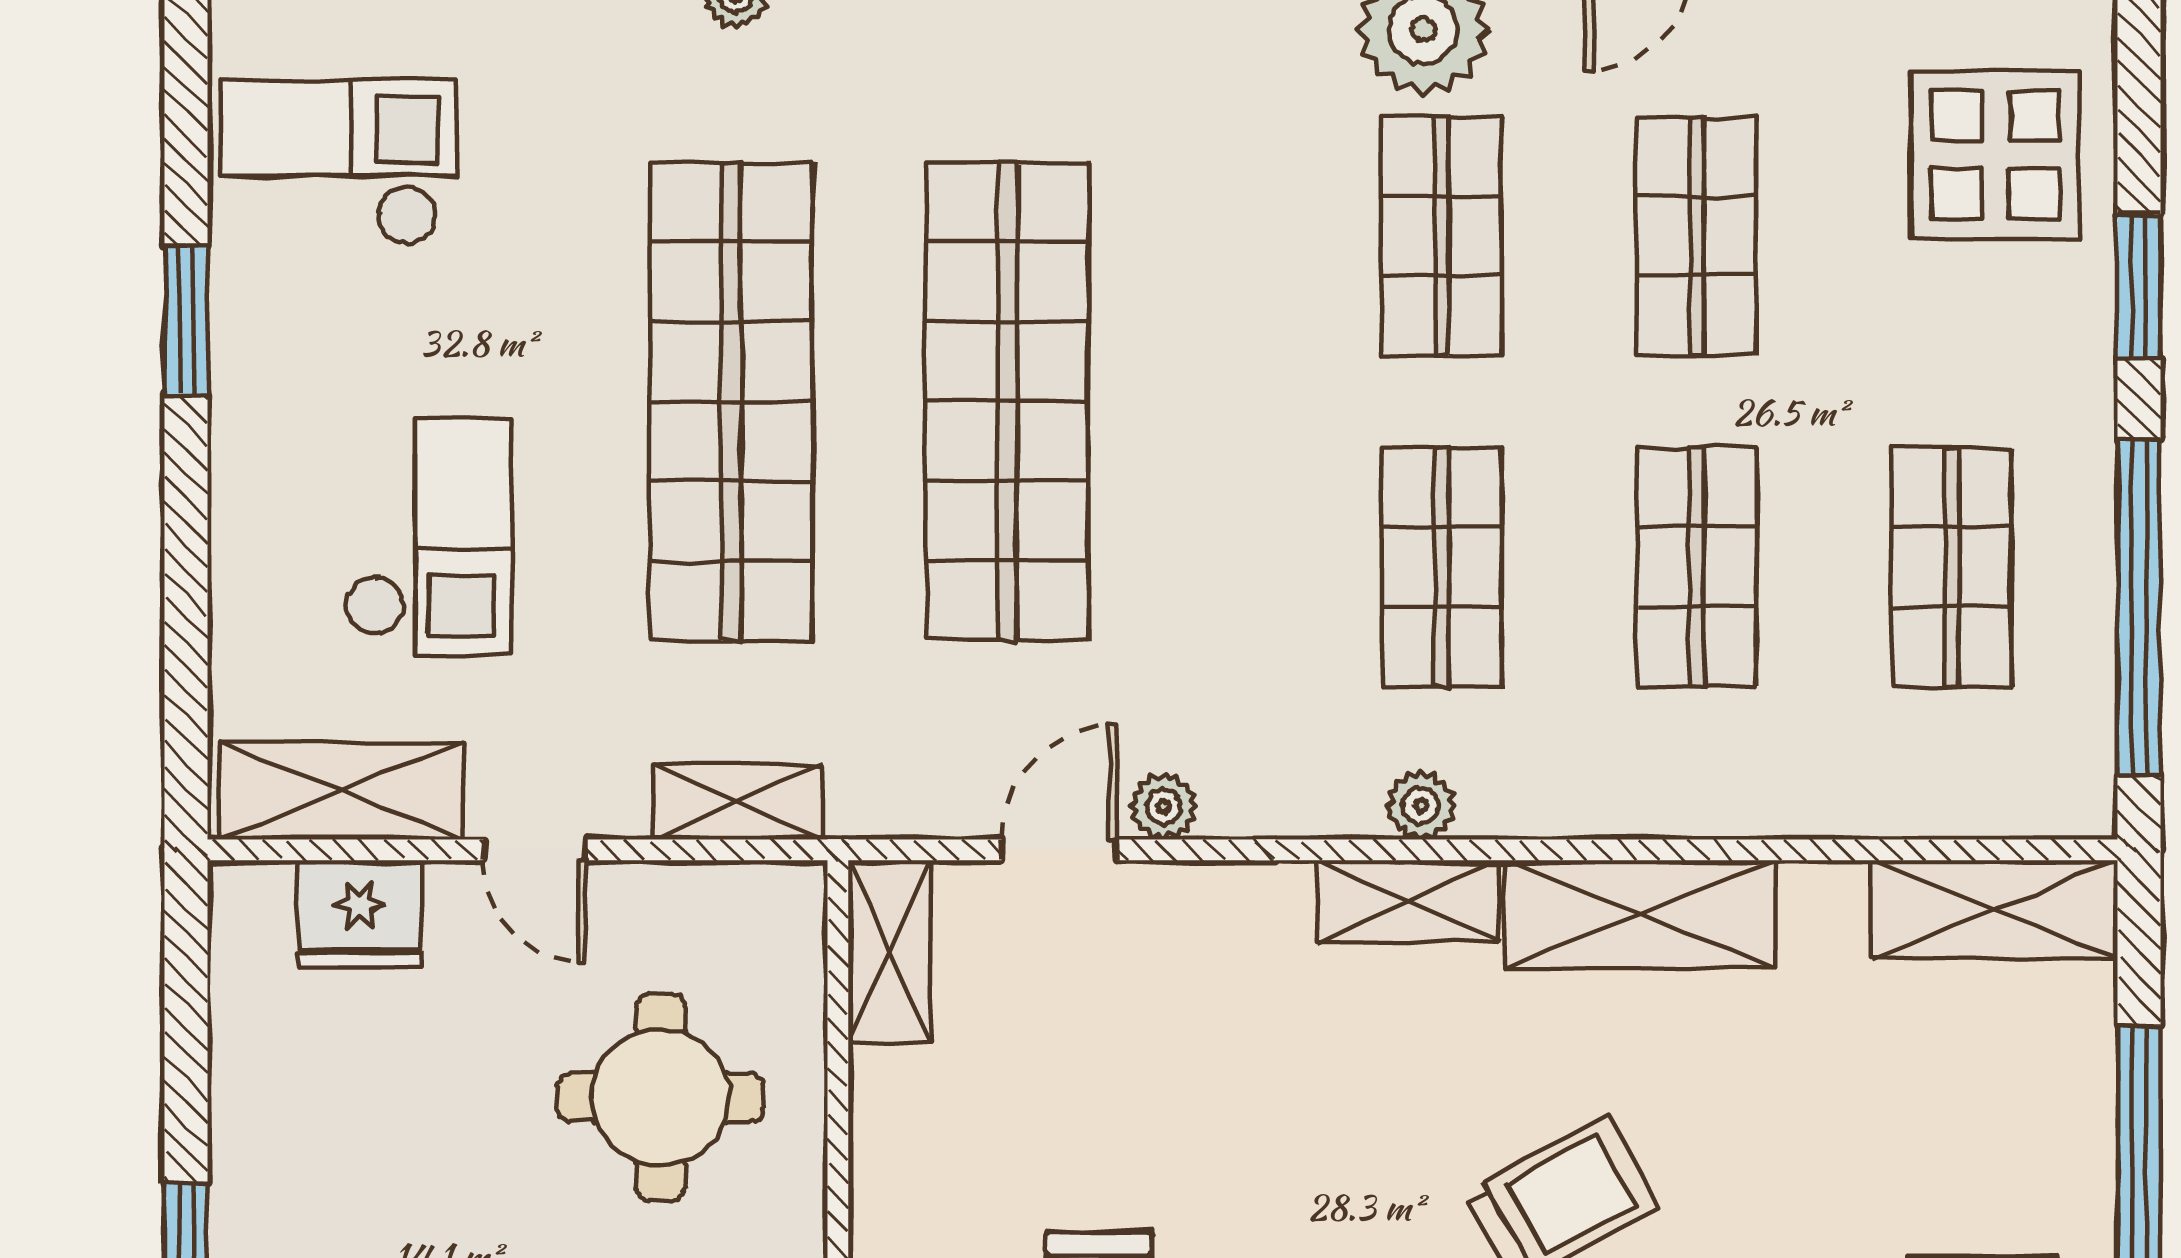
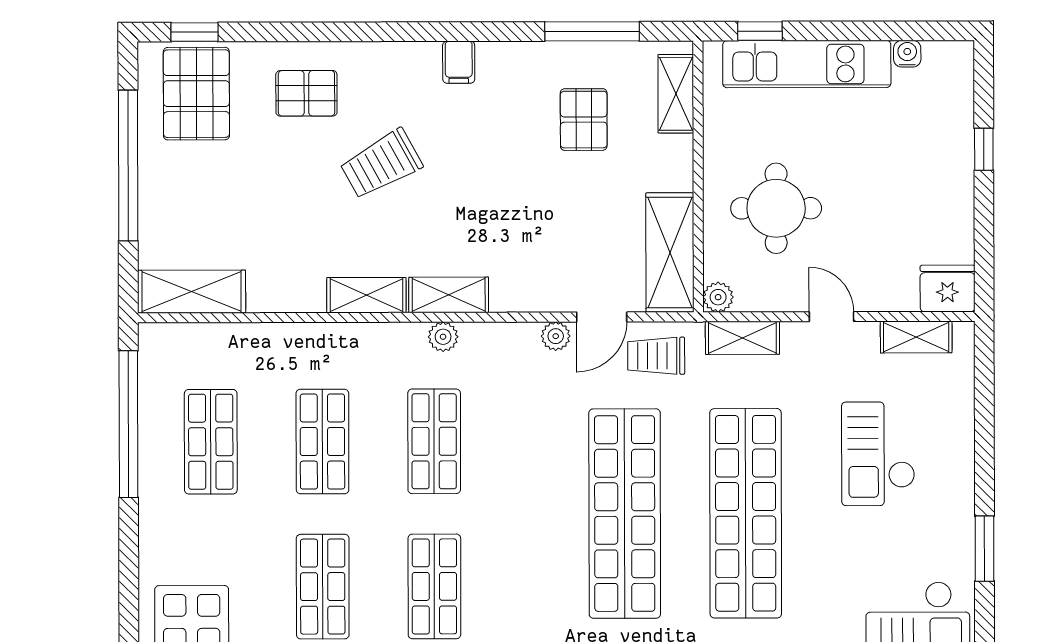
window: (2139, 286) -> (129, 565), removed
trolley: (935, 761) -> (656, 356), added
shelving: (341, 791) -> (916, 337), width x0.67, depth x0.75
plant: (793, 895) -> (718, 297), added
fridge: (360, 914) -> (947, 288), moved
shelving: (1641, 914) -> (366, 295), width x0.67, depth x0.75
shelving: (889, 951) -> (670, 253), width x1.50, depth x1.33

